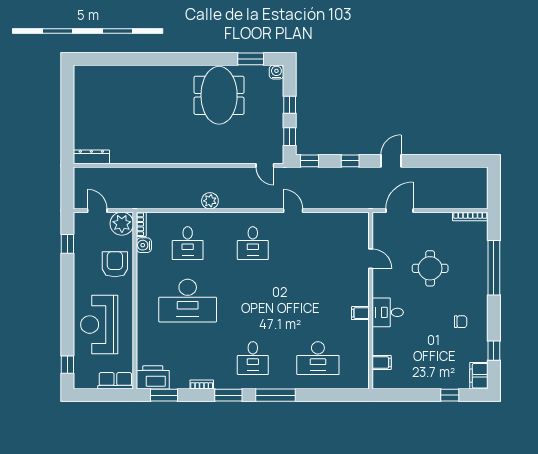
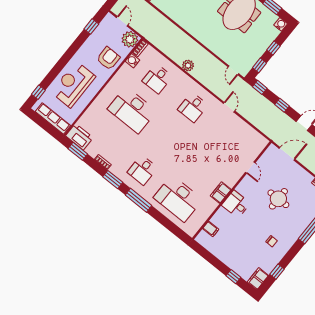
filing cabinet: (360, 313) -> (221, 193), width x2.00
desk: (318, 358) -> (178, 199), width x1.36, depth x1.30
row of seats: (115, 381) -> (53, 118), width x1.48

